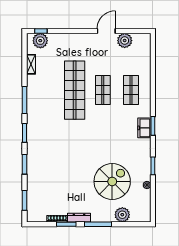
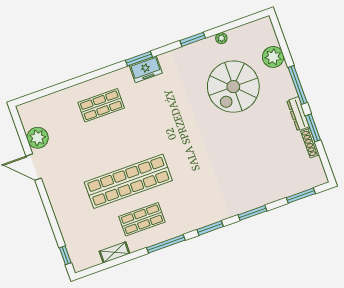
plant: (40, 41) -> (78, 251), removed
shop shelf: (103, 90) -> (142, 219), moved
spiral stairs: (112, 181) -> (233, 87), turned -90

